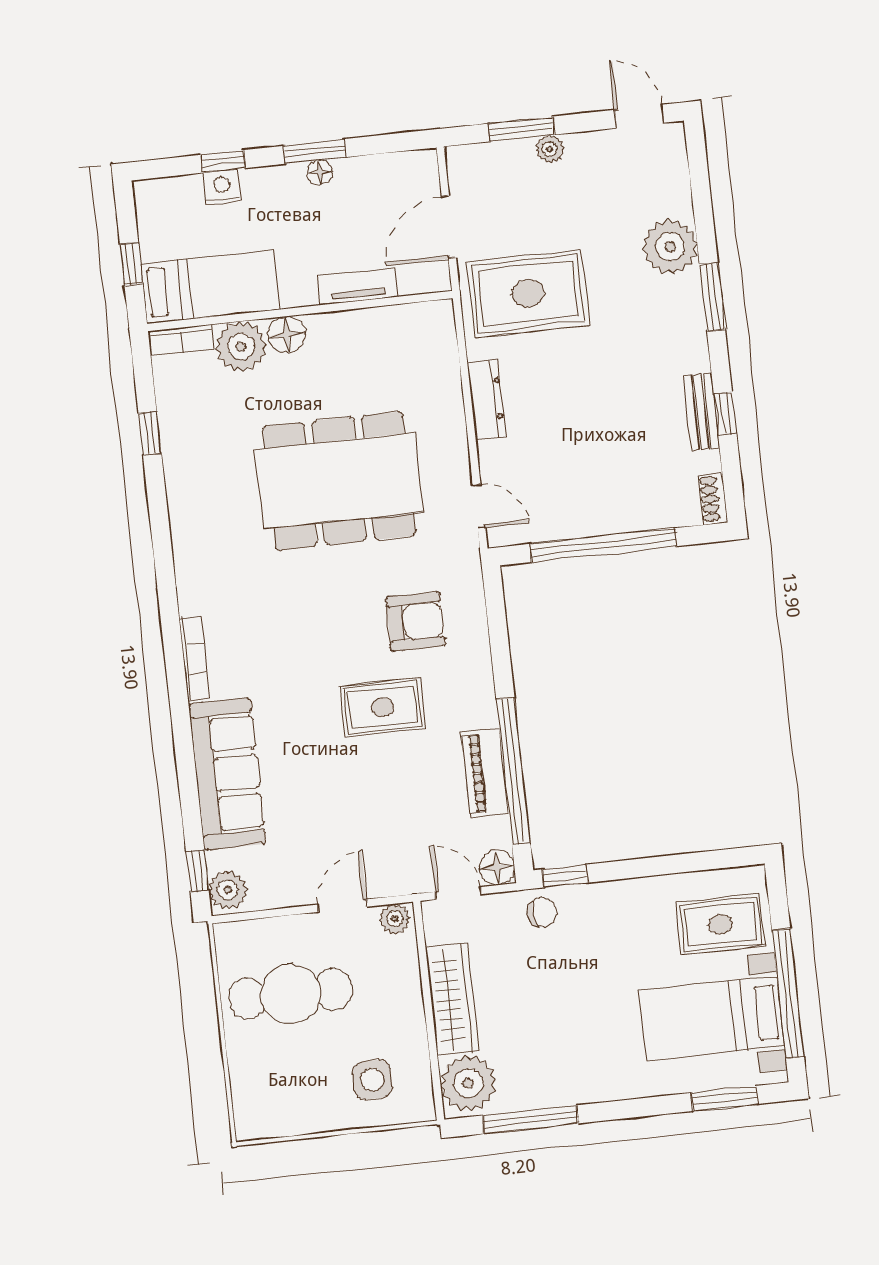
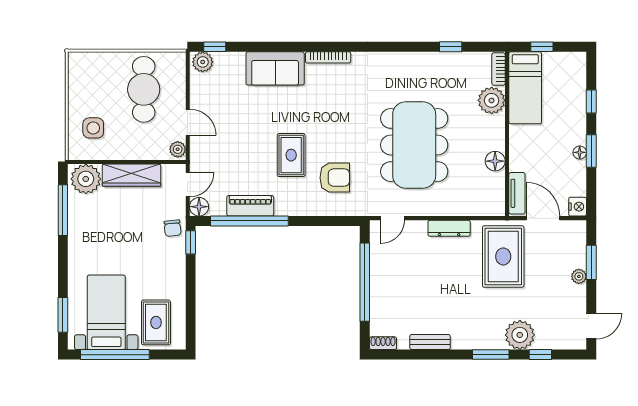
nightstand: (222, 187) -> (578, 207), moved
tv unit: (358, 286) -> (517, 193), moved
floor lamp: (287, 335) -> (495, 161), moved
window: (725, 414) -> (540, 355), moved
armchair: (415, 622) -> (335, 178), turned -90
sofa: (227, 774) -> (275, 68), width x0.73

